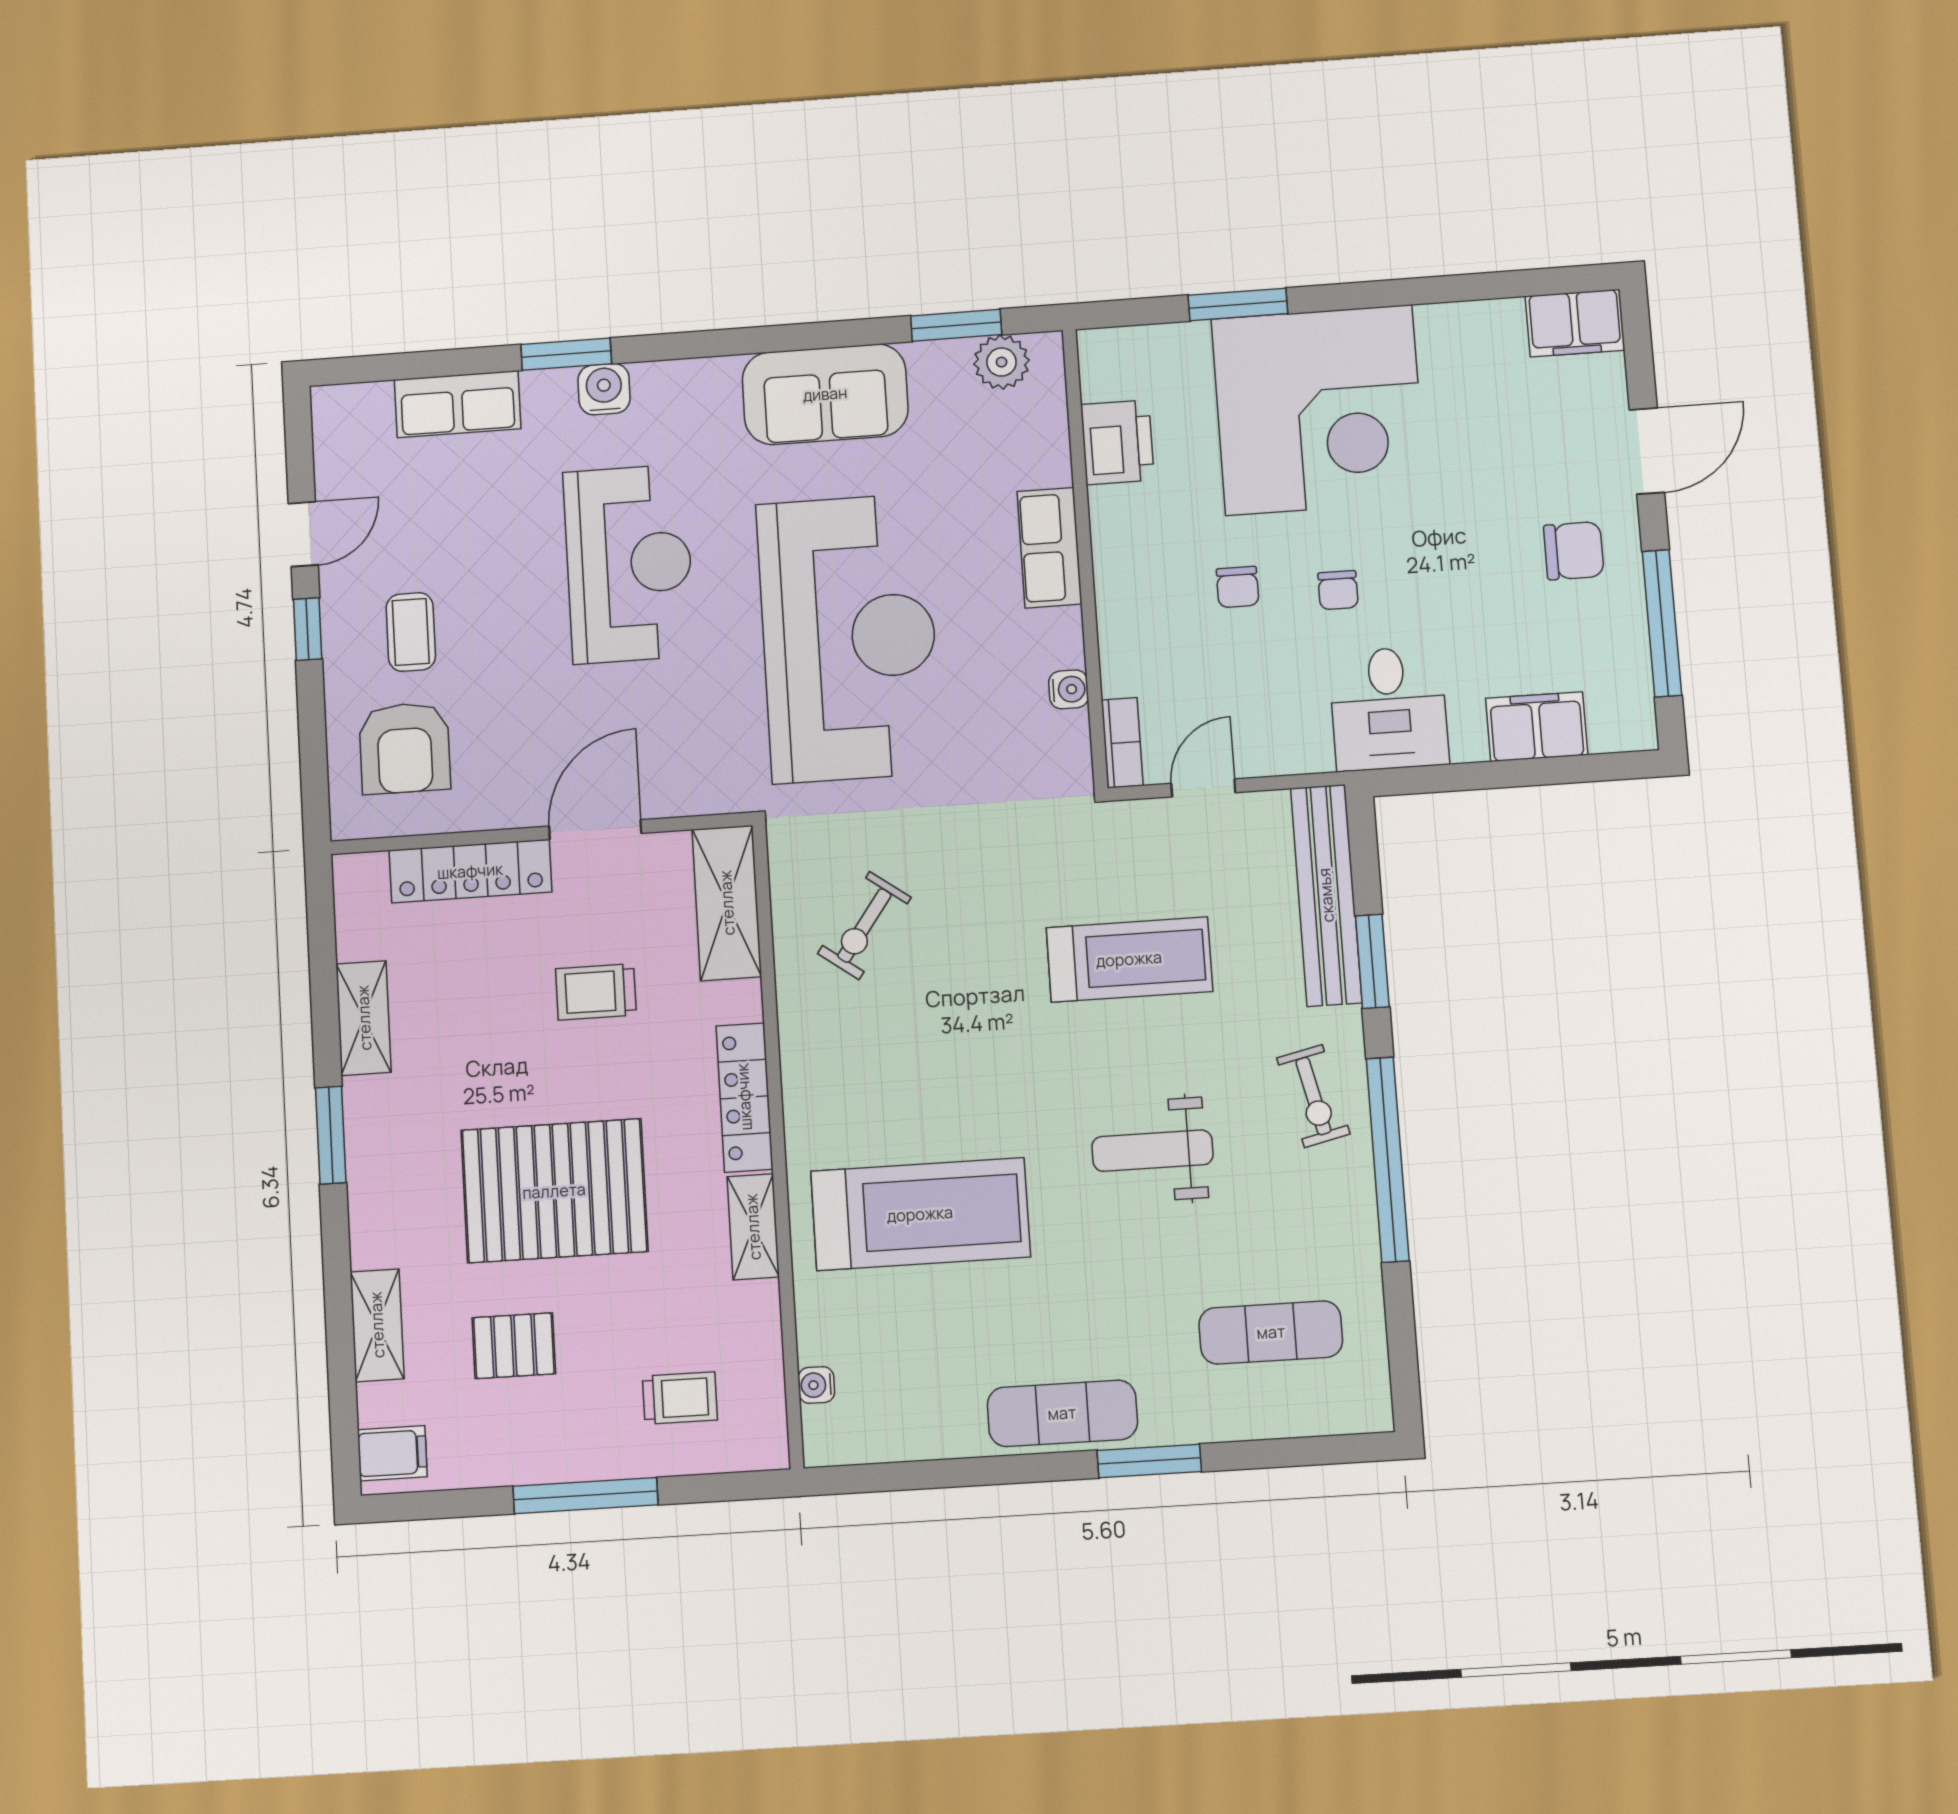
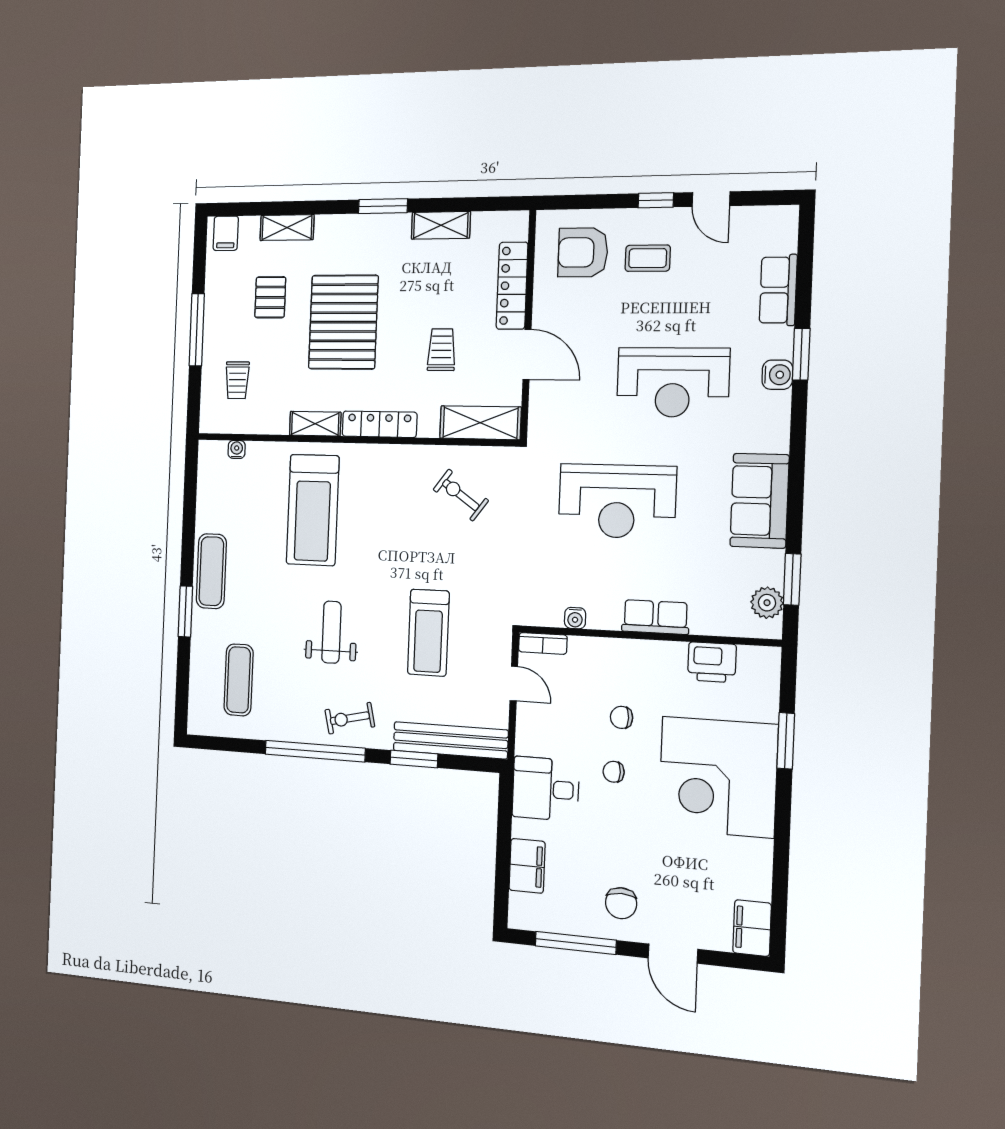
reception desk: (849, 638) -> (617, 501), width x0.74, depth x0.77

